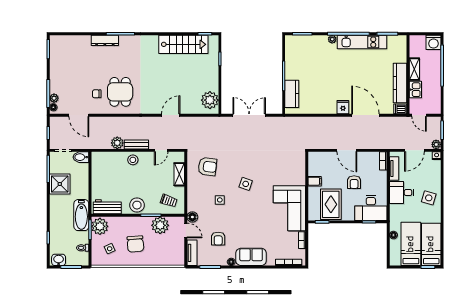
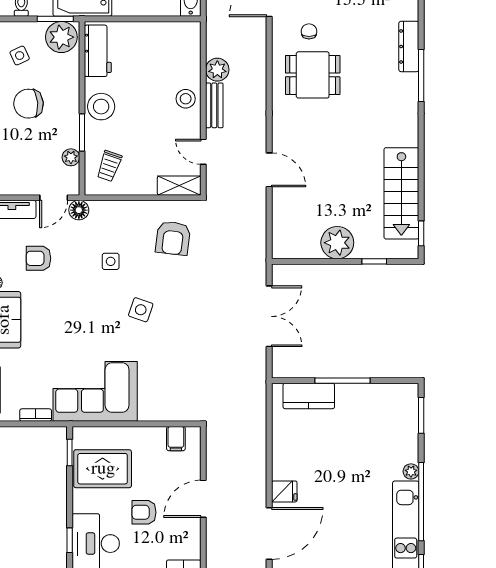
plant: (210, 100) -> (337, 243), moved
shelving: (179, 174) -> (179, 186), moved
filing cabinet: (315, 181) -> (176, 439), moved
plant: (160, 225) -> (71, 157), width x0.53, depth x0.53

